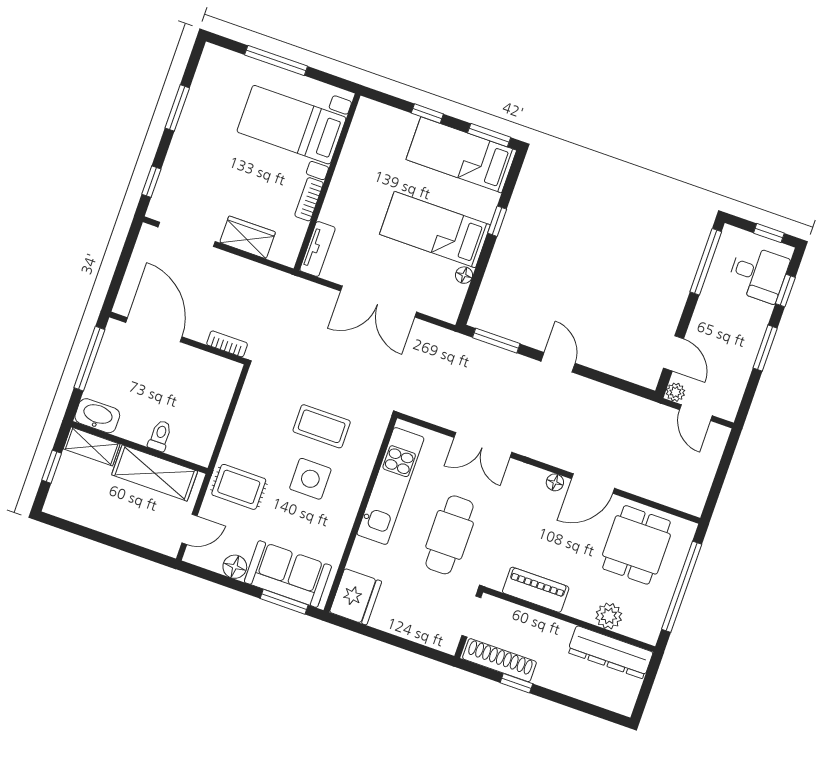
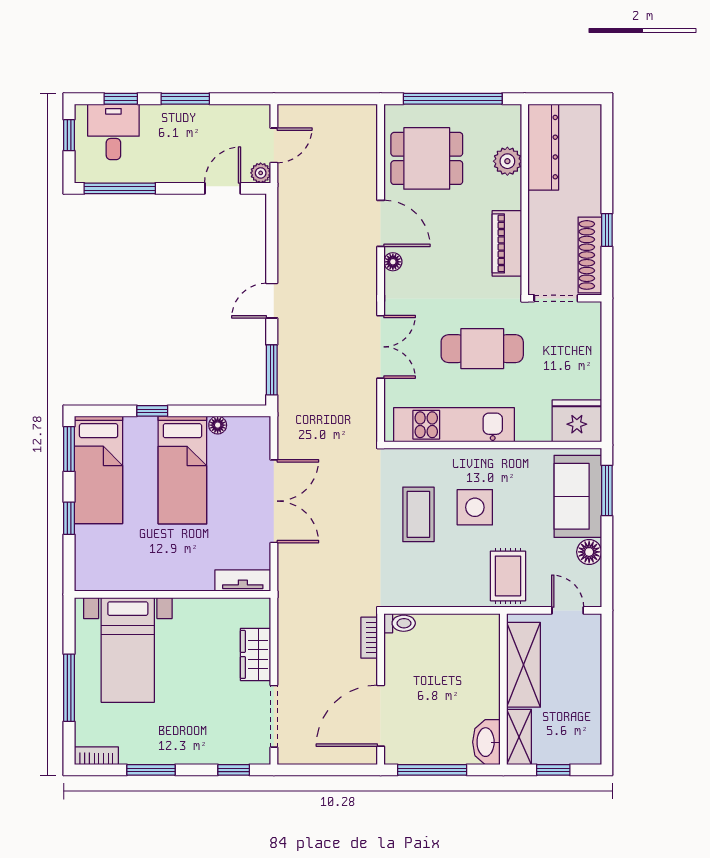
bookcase: (309, 199) -> (96, 756), moved, turned 180
toilet: (160, 436) -> (400, 623), moved, turned 180

